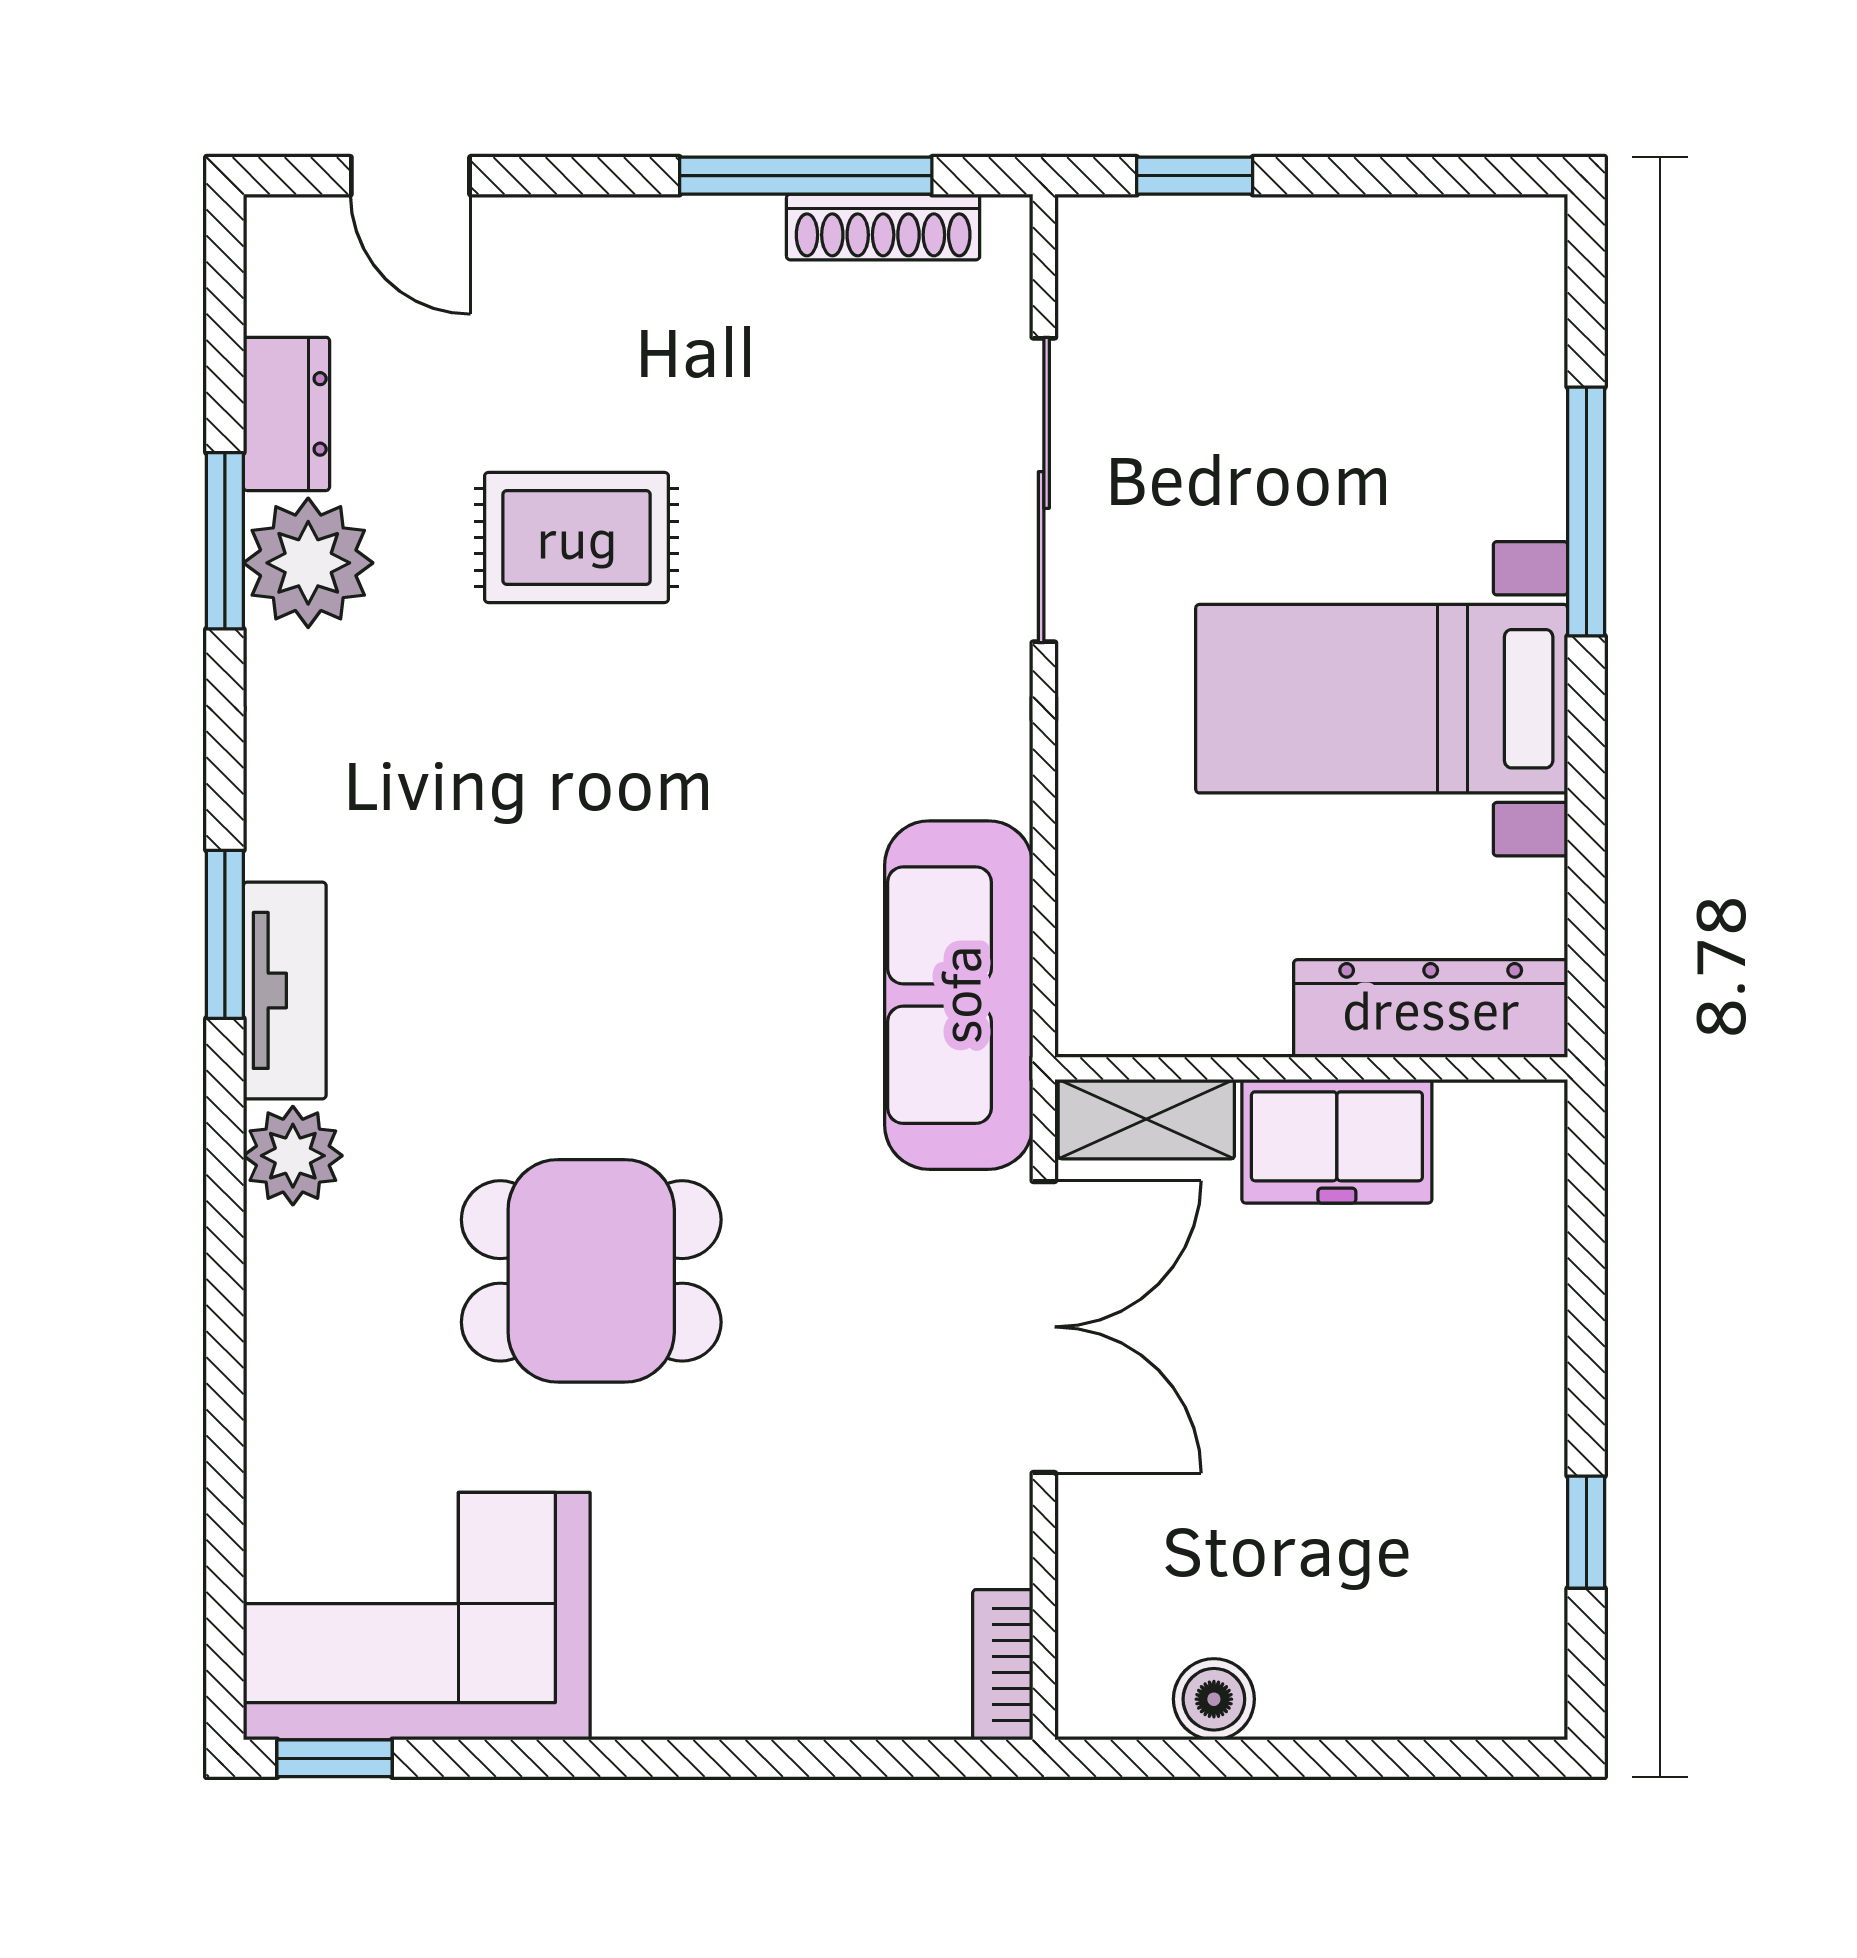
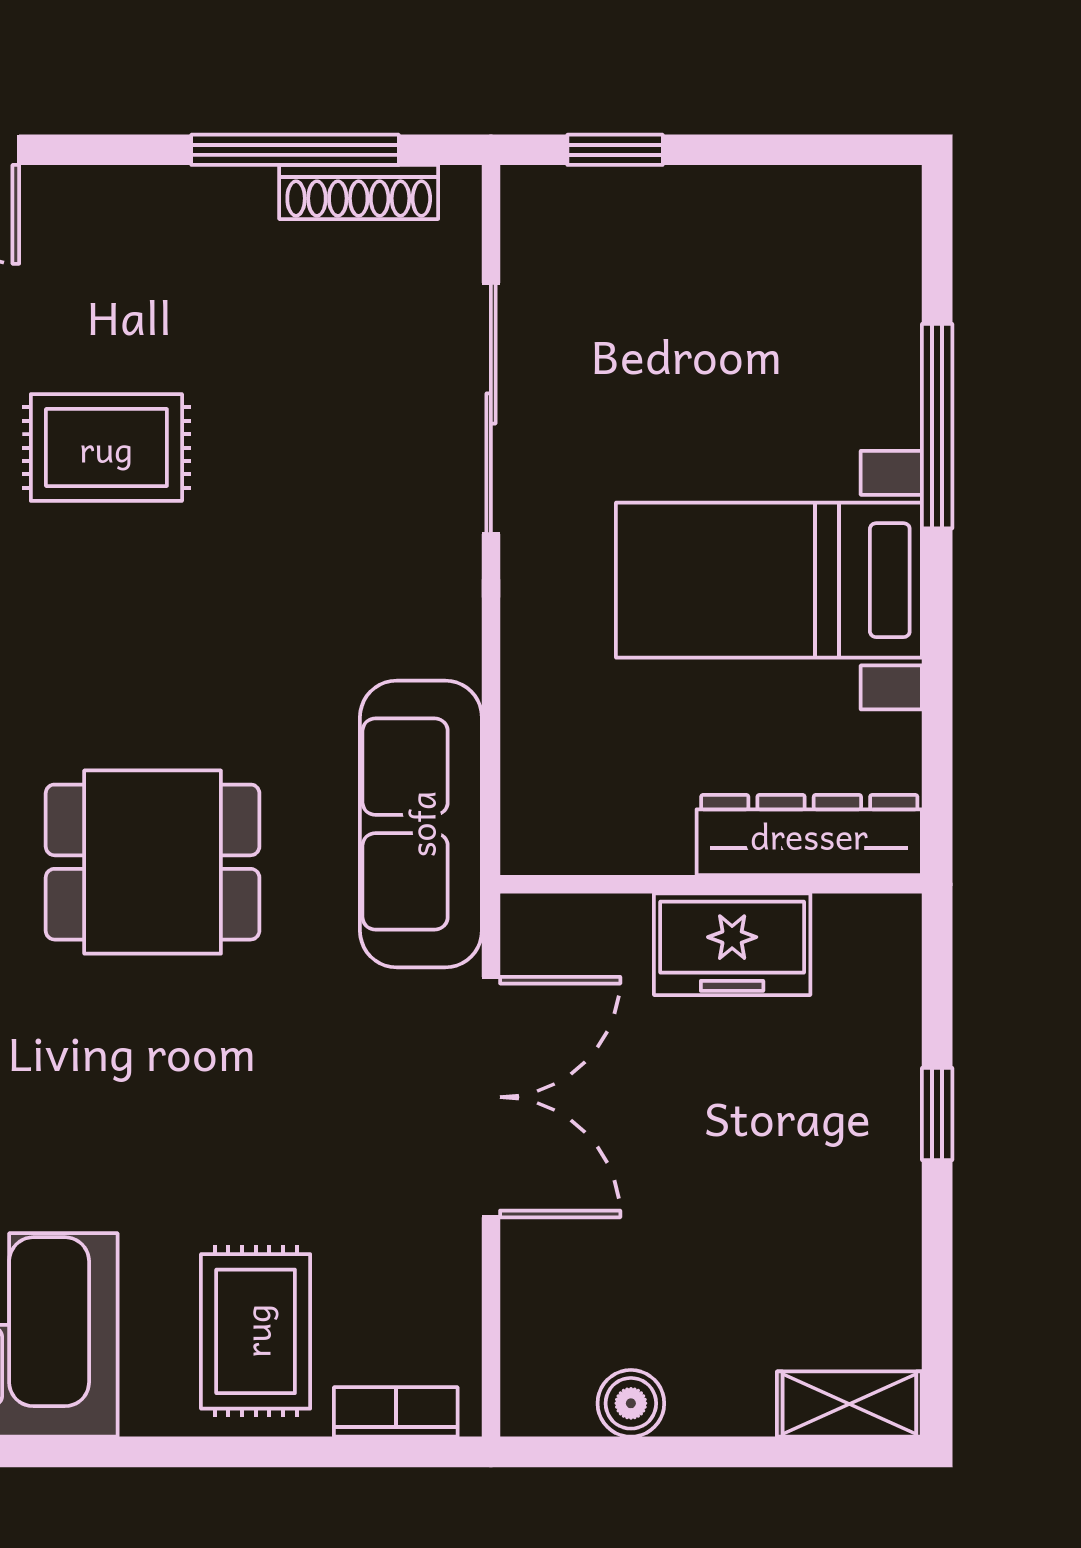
shelving: (1146, 1119) -> (849, 1404), moved
dining table: (591, 1271) -> (153, 862), moved
window: (1586, 1532) -> (937, 1114), moved
rug: (758, 1612) -> (256, 1331), added
bookcase: (1003, 1665) -> (396, 1412), moved, turned 90

